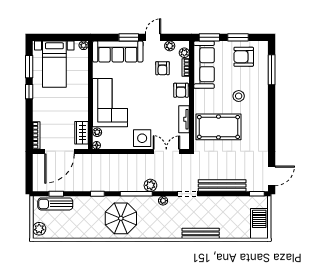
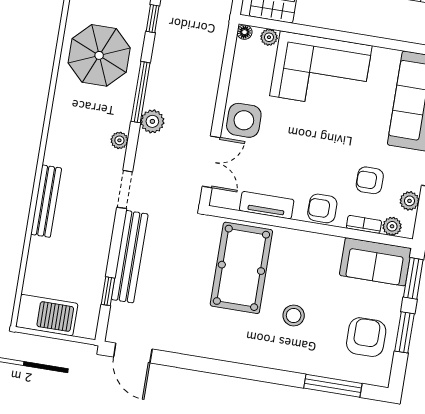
sofa: (204, 65) -> (375, 262), width x0.73
window: (257, 194) -> (108, 291), moved

